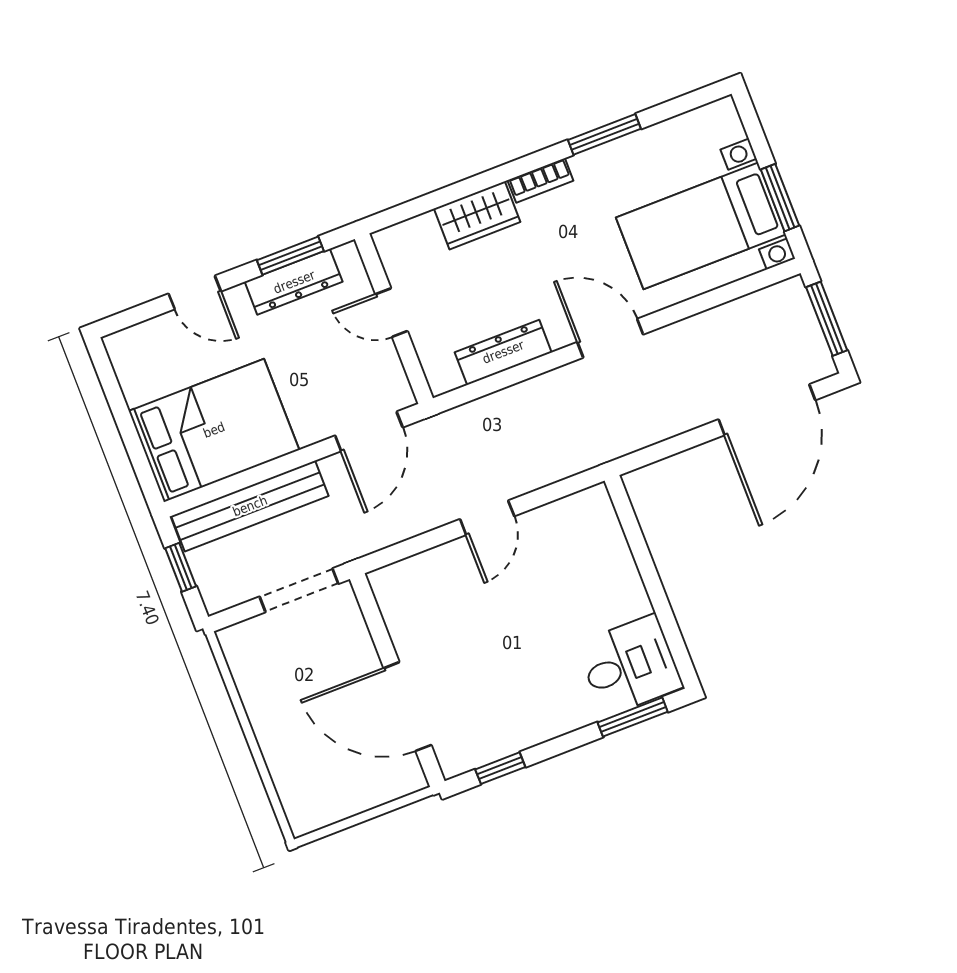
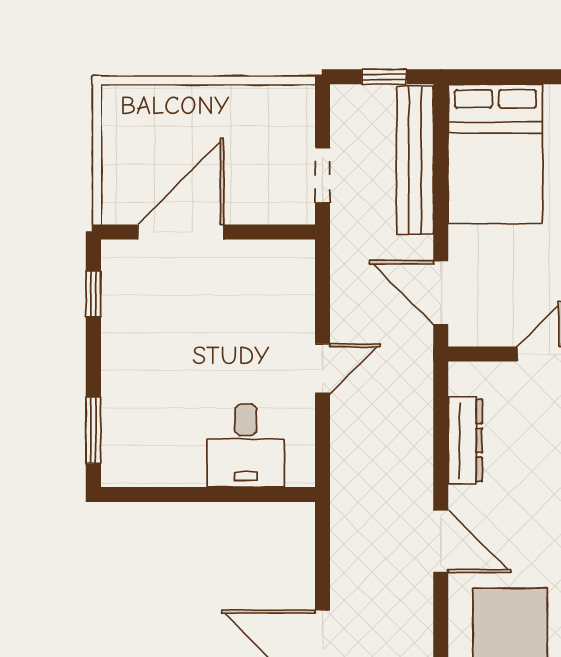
door: (610, 338) -> (441, 541), hinge flipped
door: (487, 518) -> (323, 369), swing flipped
doorway: (299, 590) -> (323, 175), width x0.73
desk: (630, 665) -> (246, 446), moved

